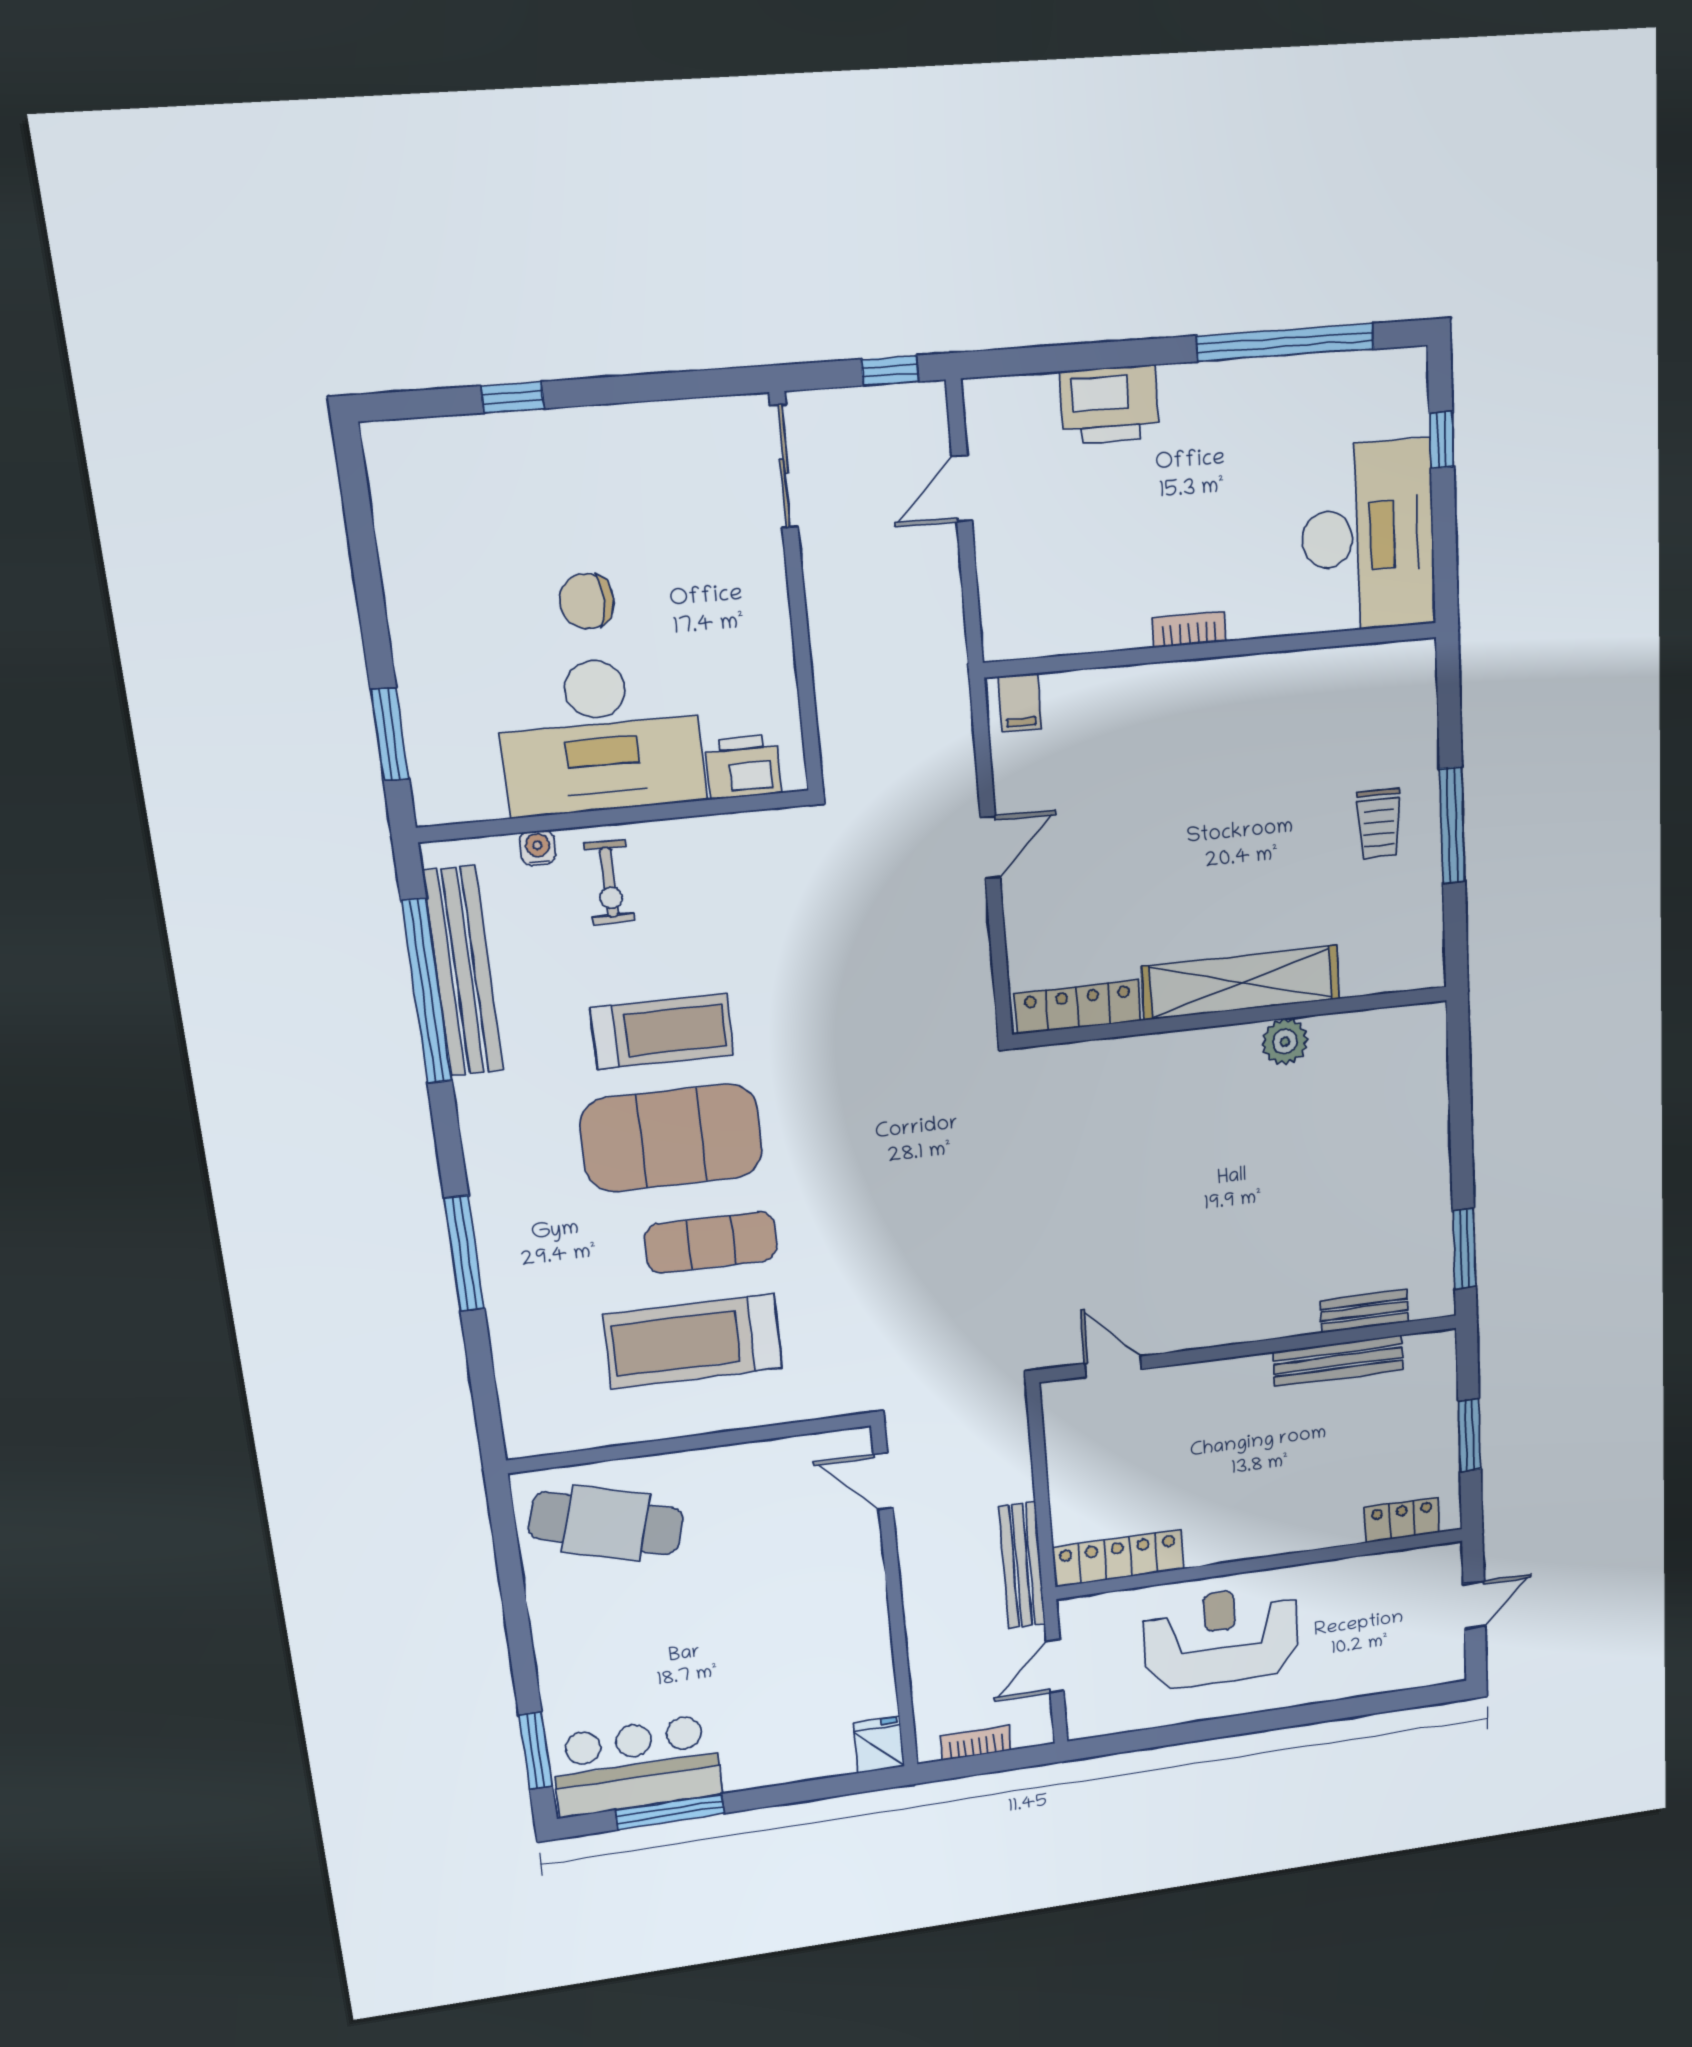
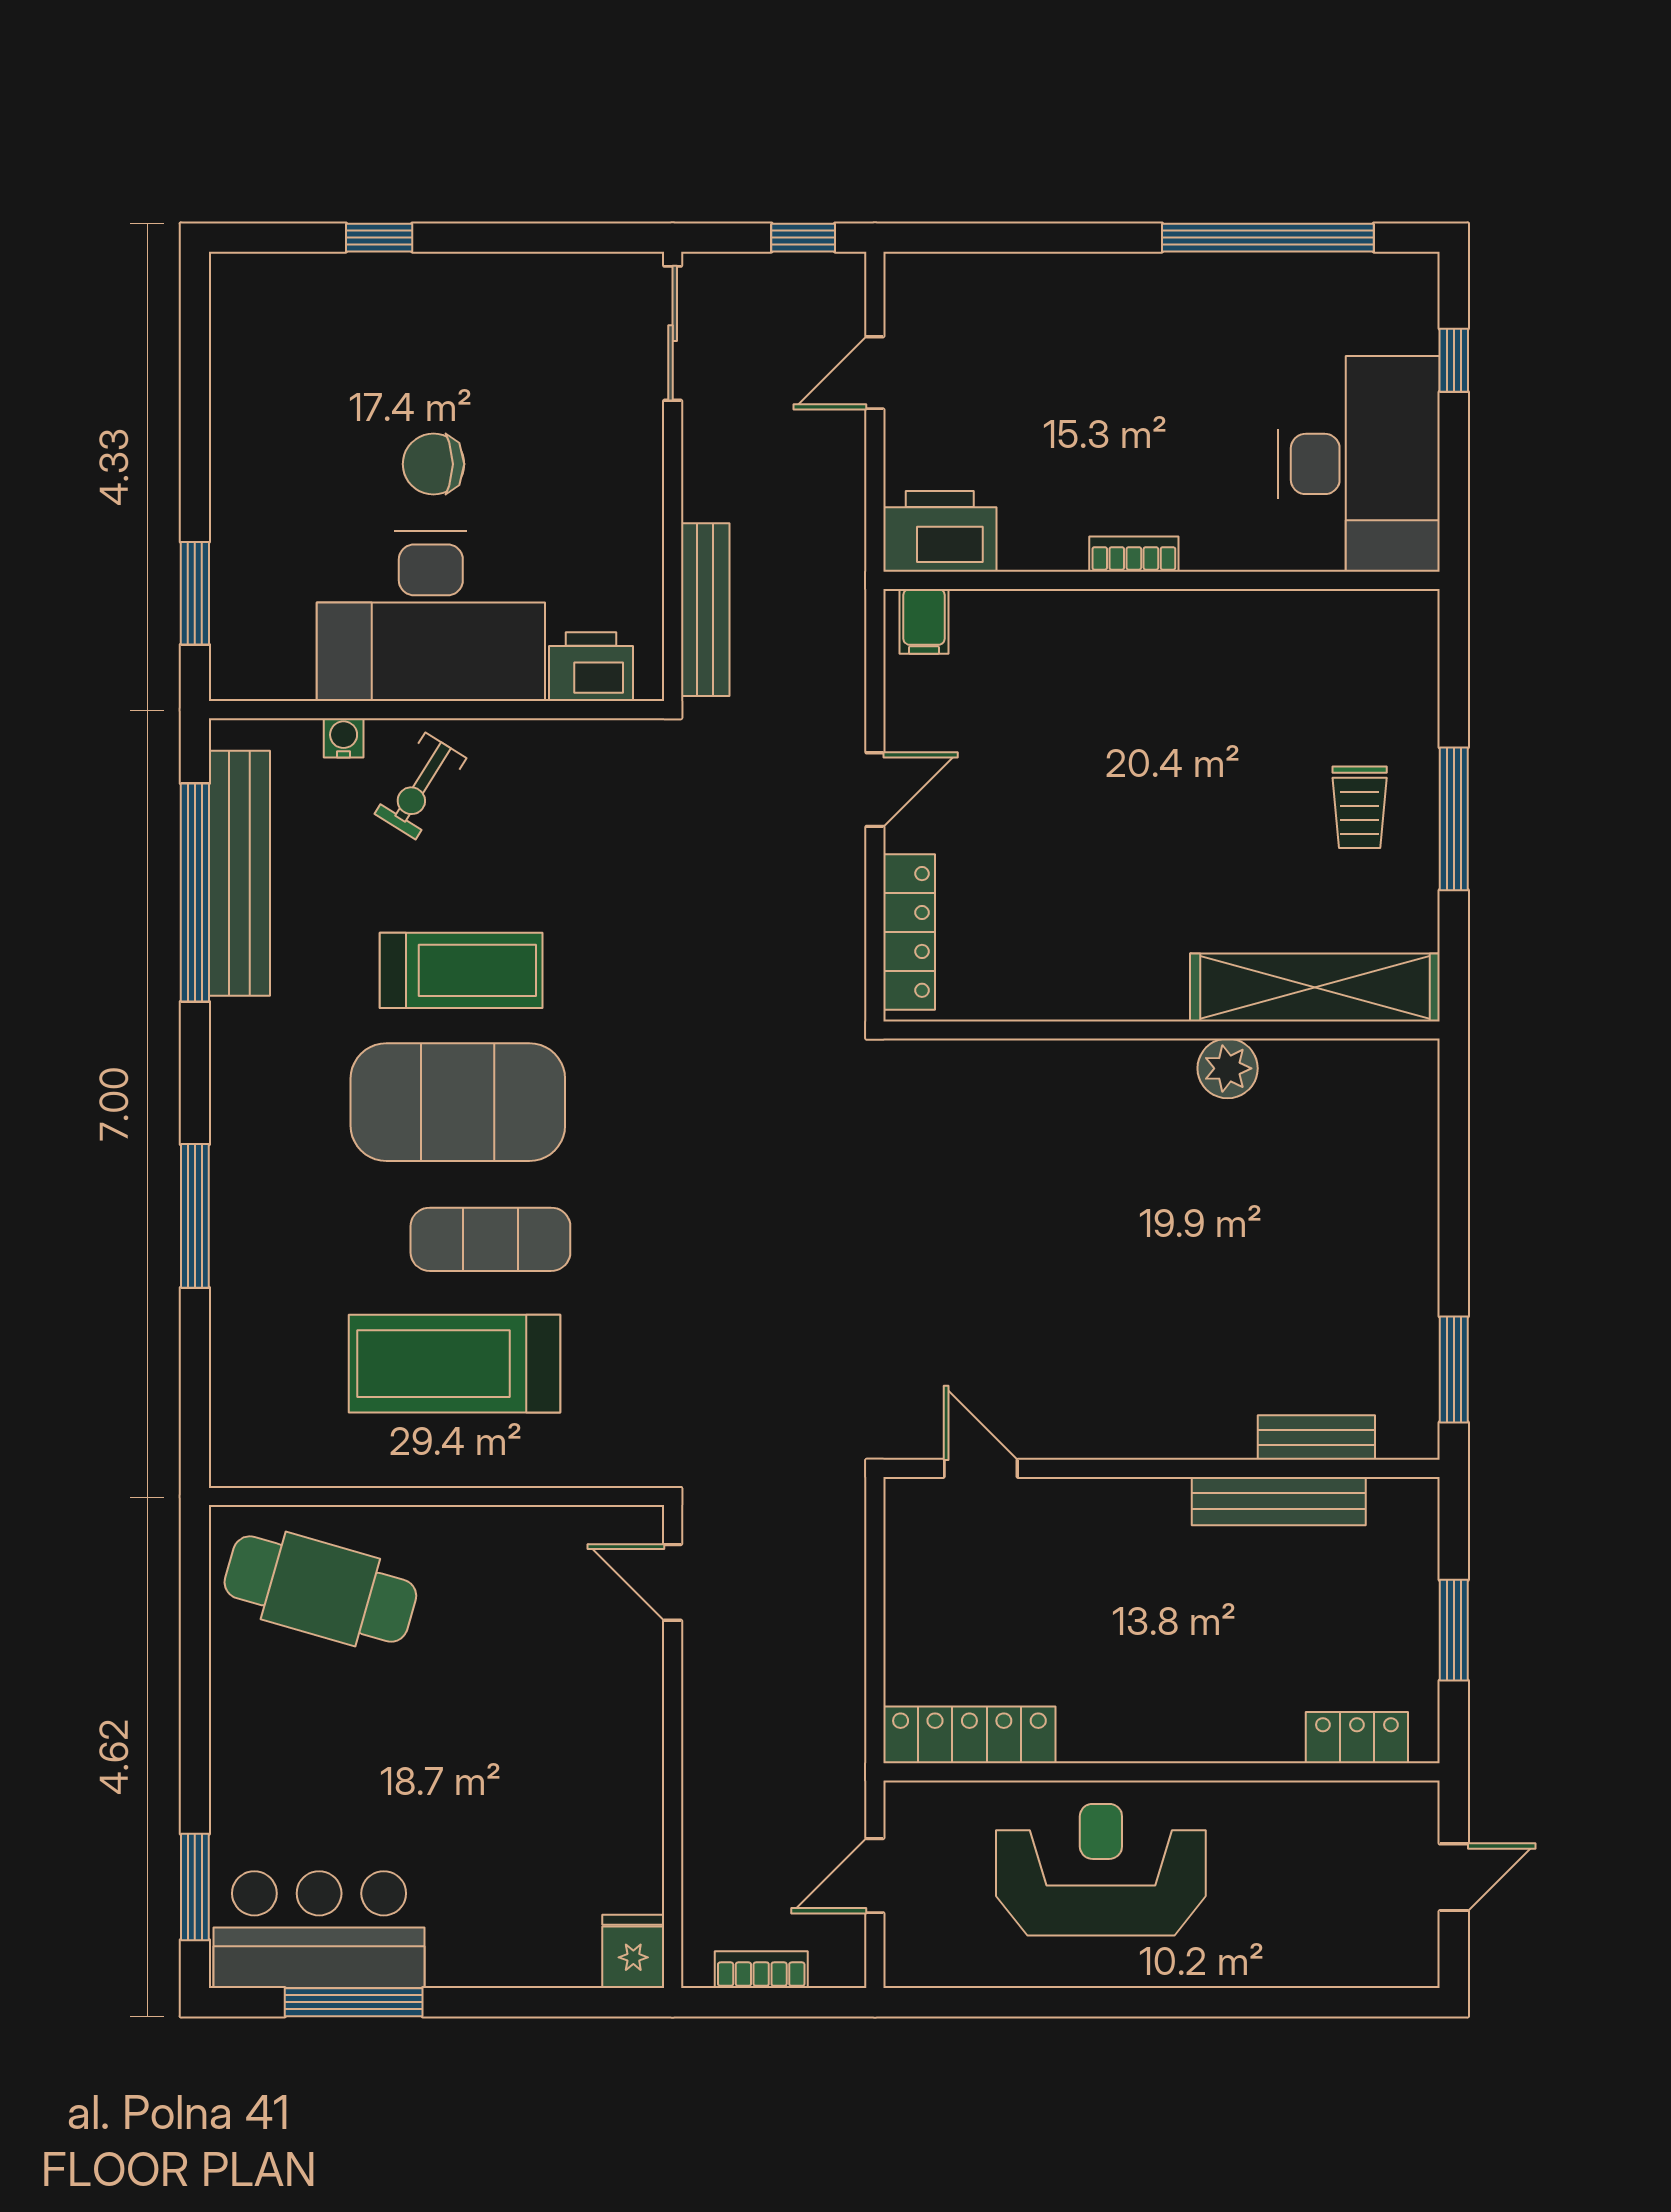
printer: (1109, 405) -> (940, 531), moved, turned 180
exercise bike: (609, 882) -> (420, 786), turned 32
shelving: (1241, 983) -> (1315, 988), moved
locker: (1078, 1007) -> (909, 932), moved, turned 90
bench: (1022, 1565) -> (705, 610), moved

